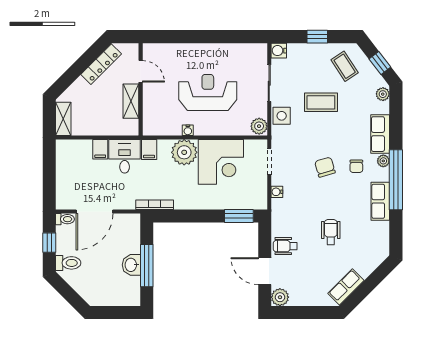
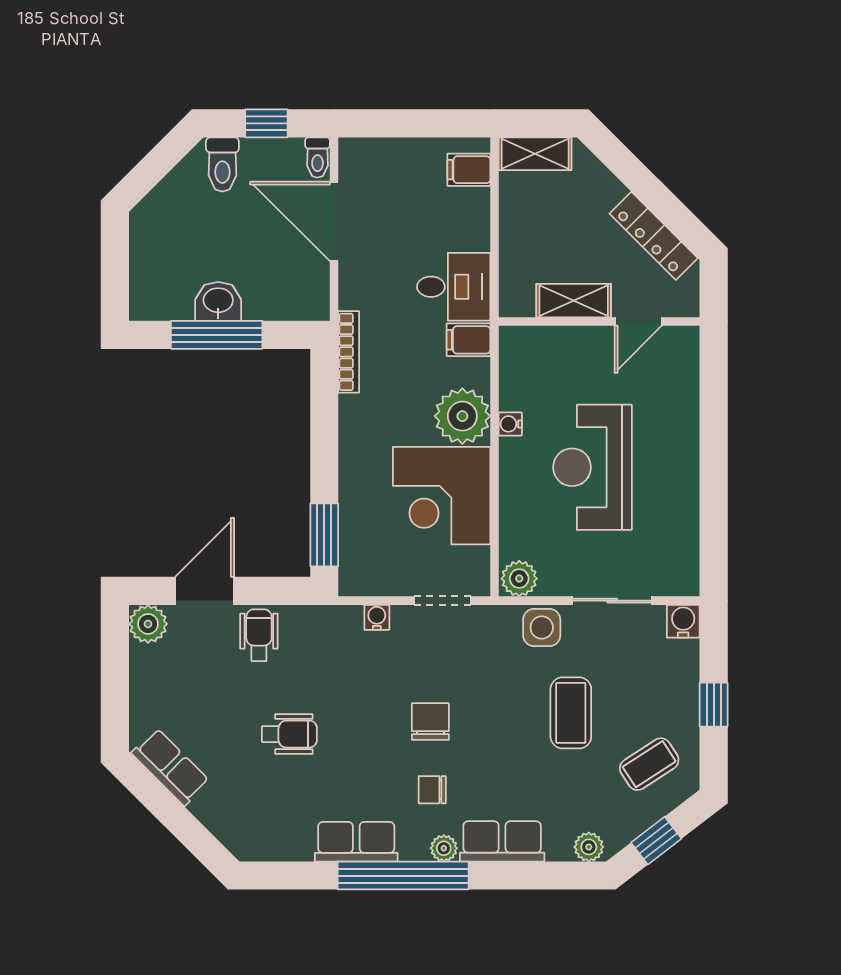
reception desk: (208, 92) -> (592, 467), turned 180
filing cabinet: (100, 149) -> (469, 170), moved
chair: (325, 167) -> (430, 722), turned -74

